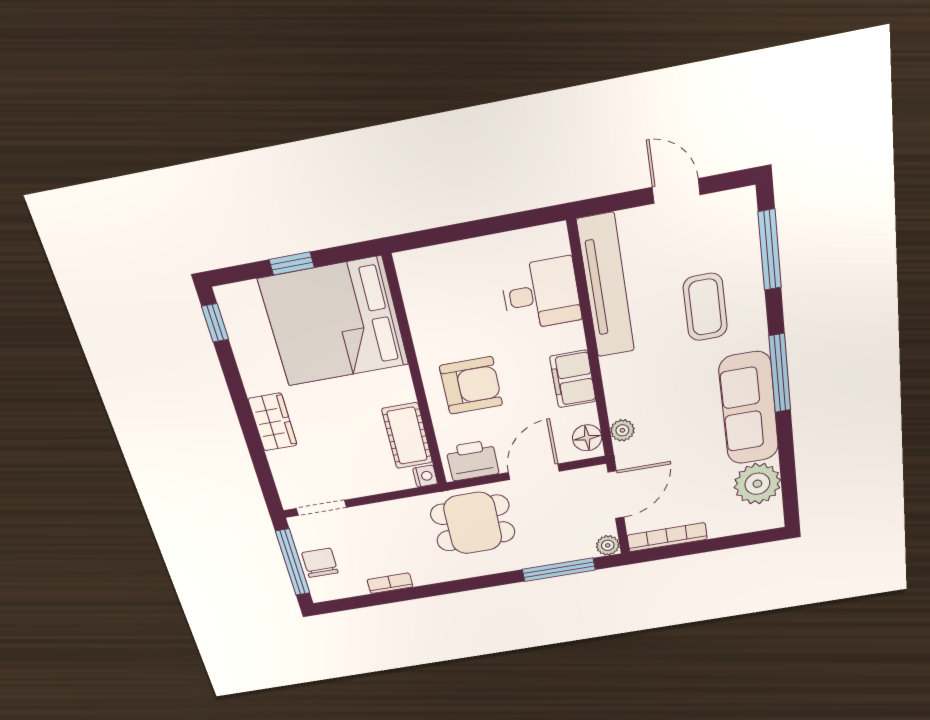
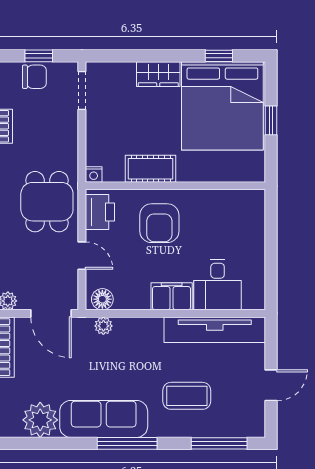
bed: (334, 322) -> (222, 106), moved, turned 180
window: (215, 323) -> (219, 56), moved
filing cabinet: (573, 379) -> (172, 296), moved
cot: (407, 436) -> (151, 169), moved
door: (534, 472) -> (82, 256), width x0.73
window: (293, 562) -> (39, 56), width x0.46

